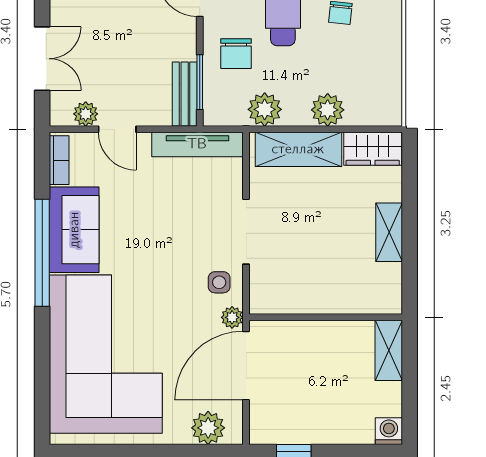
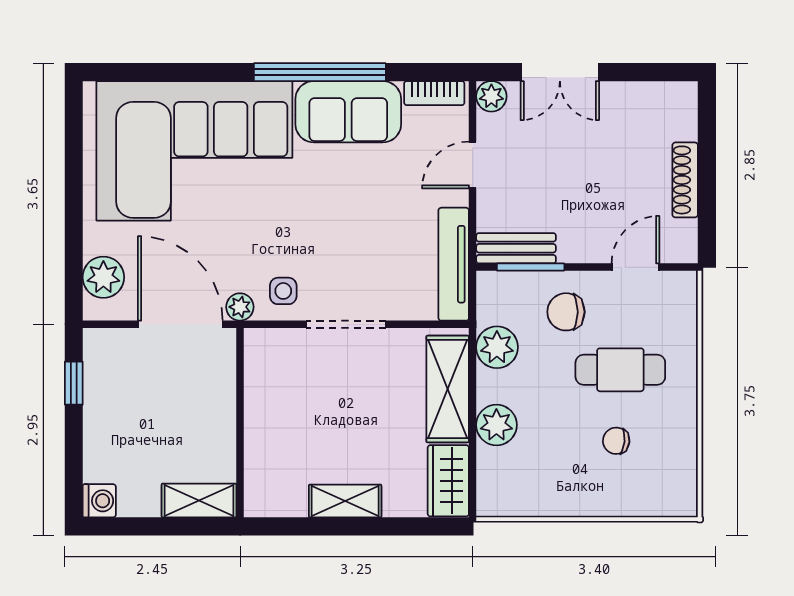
plant: (86, 114) -> (491, 96), moved

